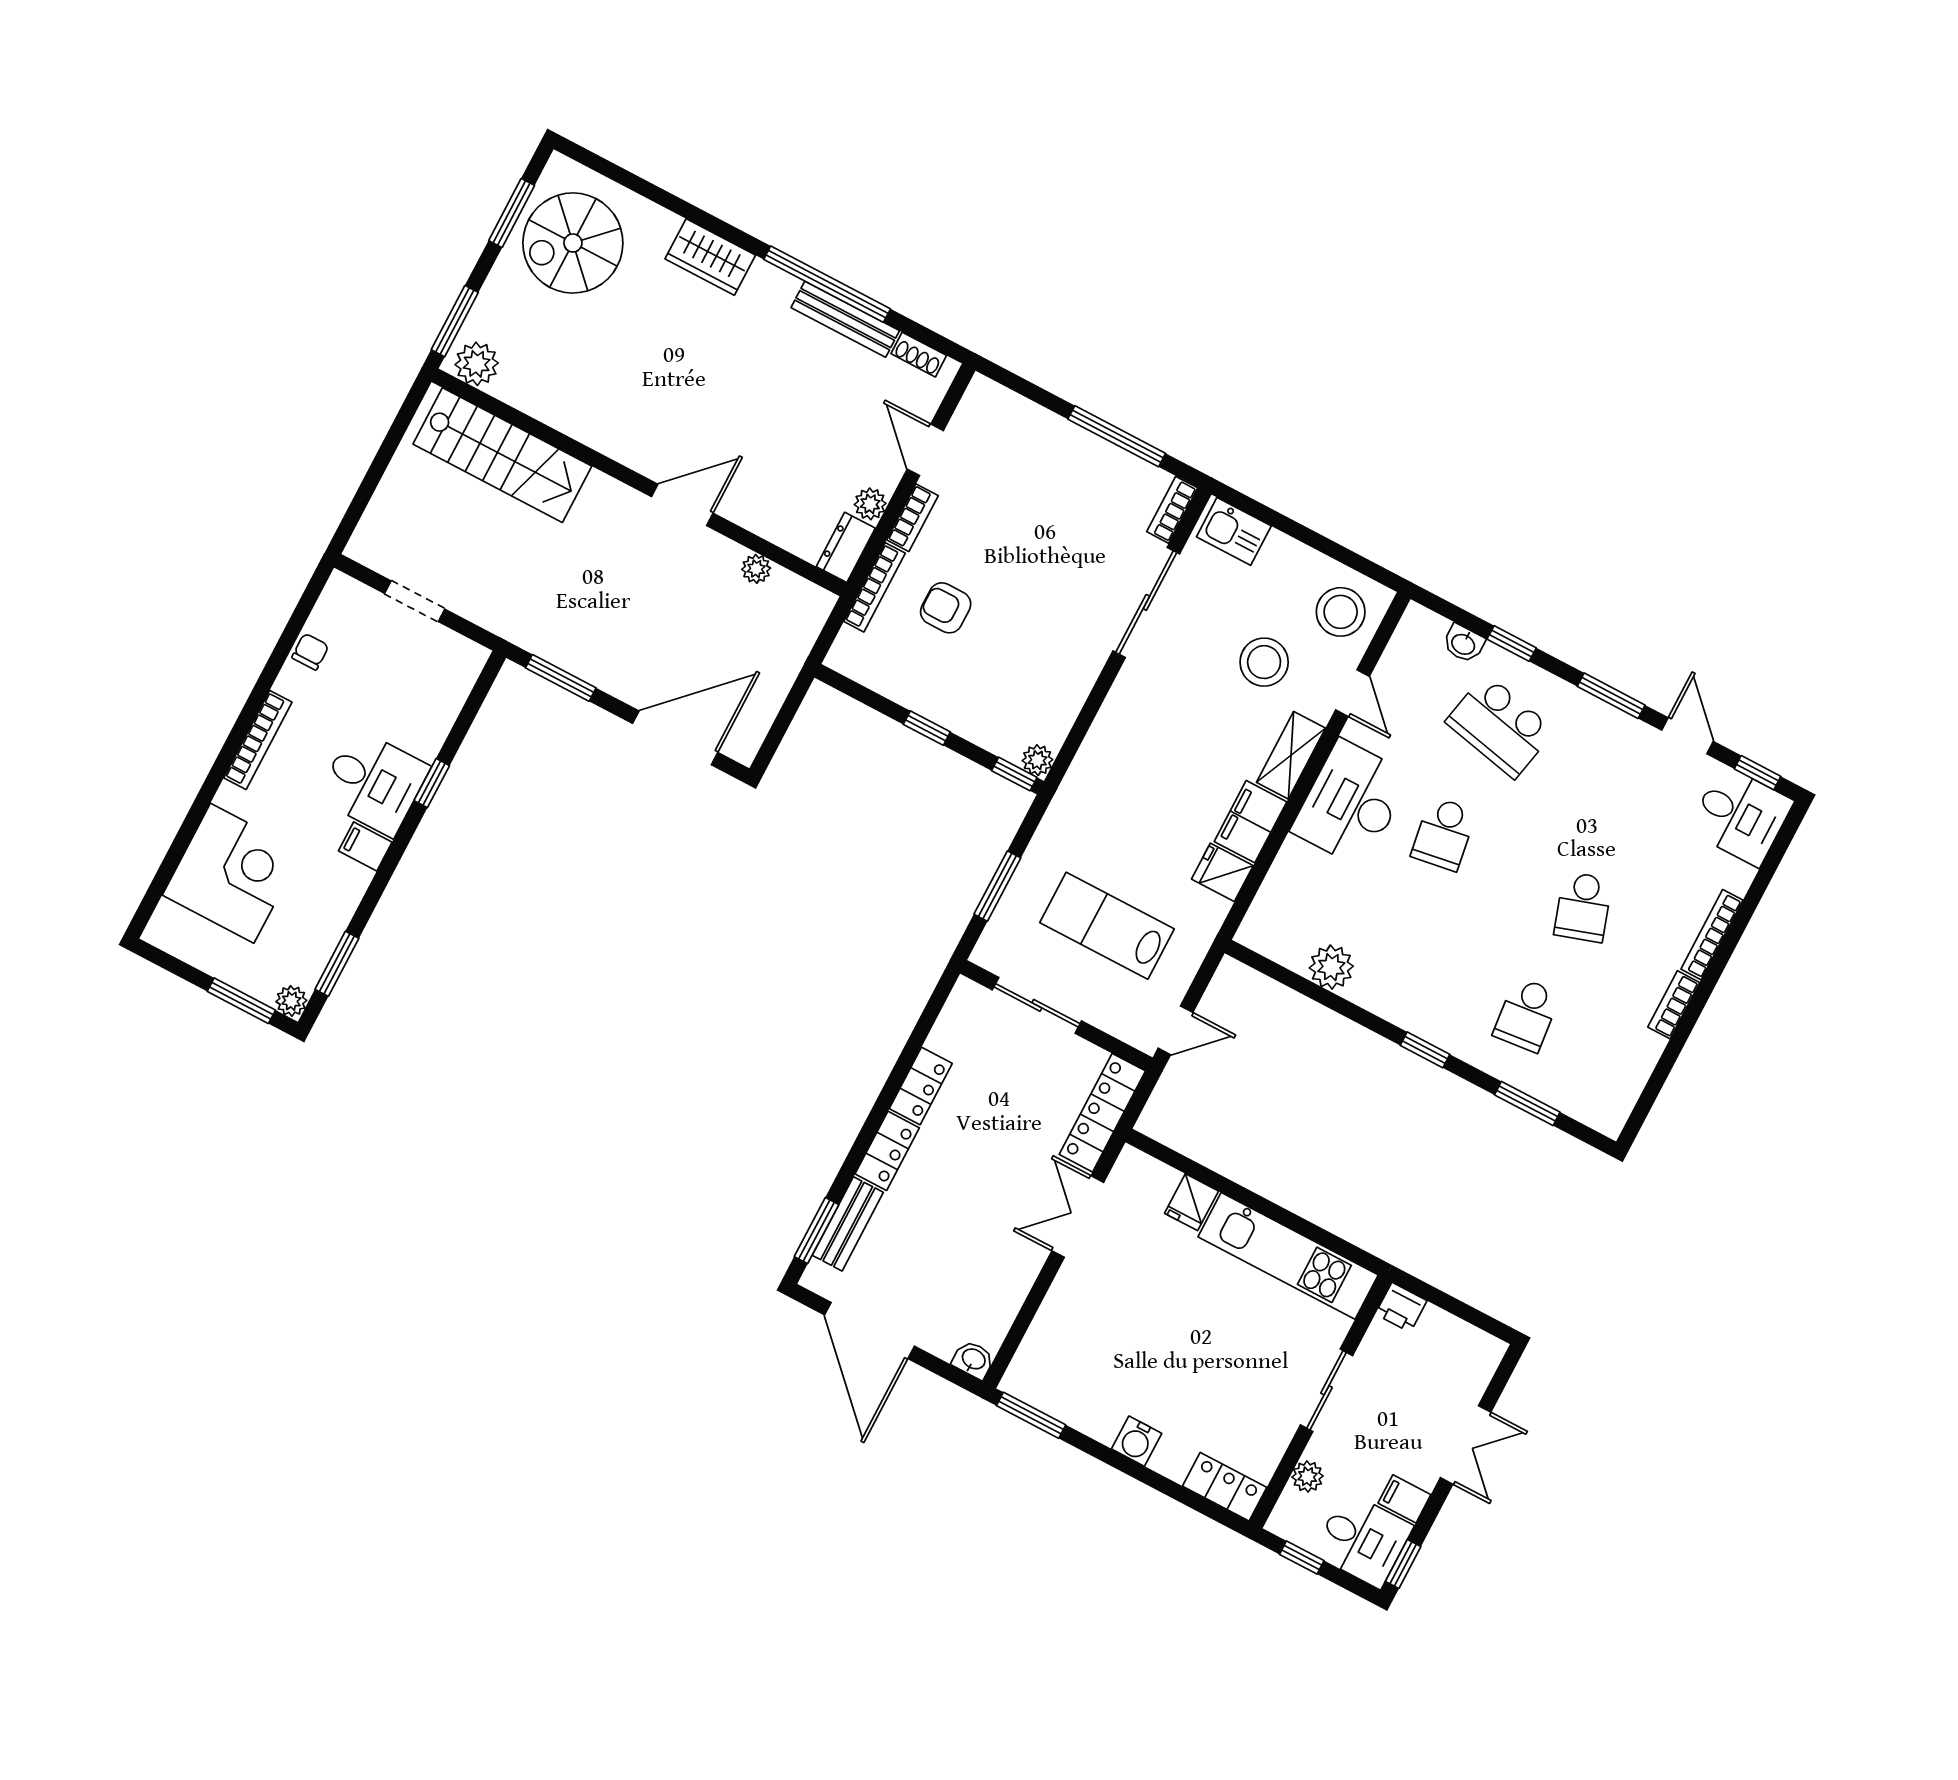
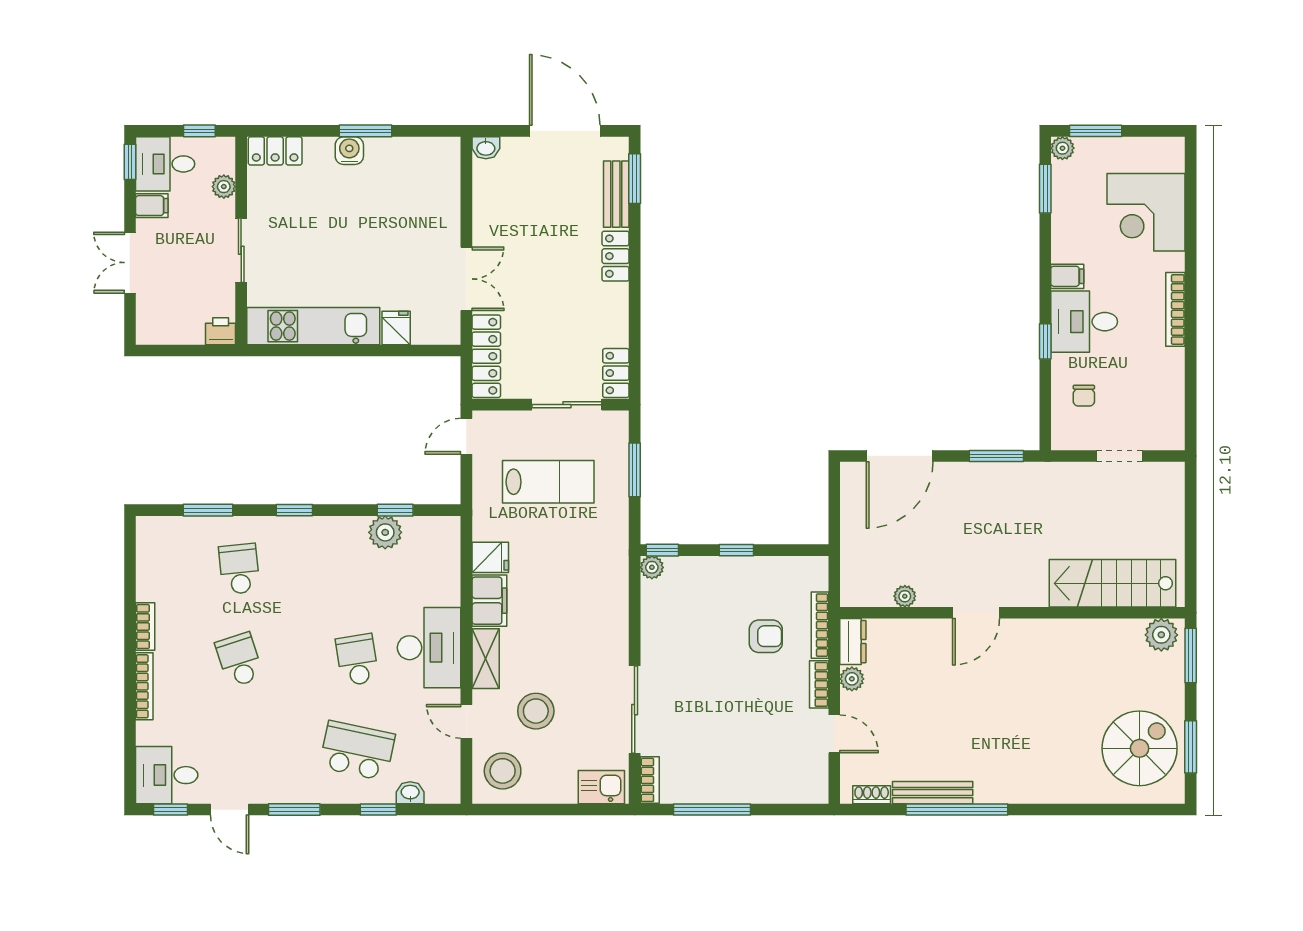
wardrobe: (710, 257) -> (1044, 787), removed
chair: (310, 652) -> (1084, 396), moved
window: (1306, 987) -> (395, 510), added
locker: (921, 1086) -> (616, 373), moved
window: (1031, 1415) -> (366, 131), moved

